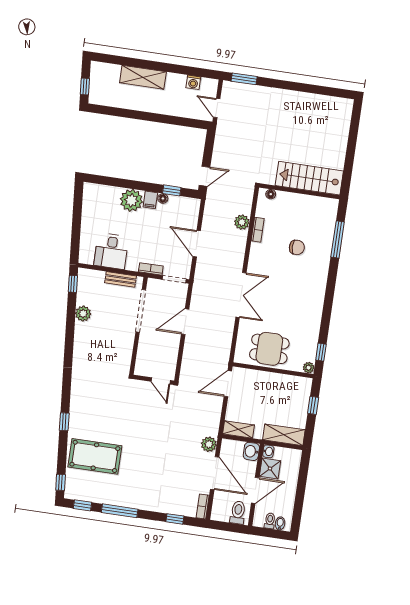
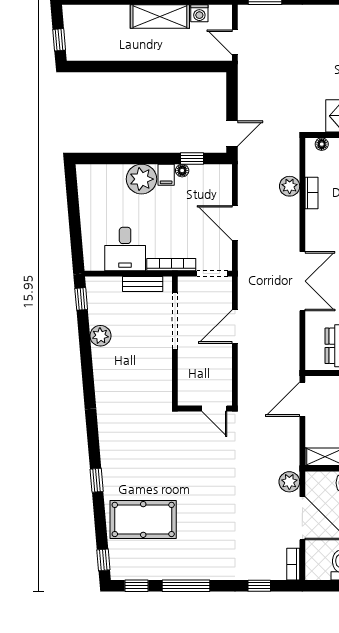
shelving: (143, 77) -> (160, 17), moved
bookcase: (151, 269) -> (171, 265), width x1.56

